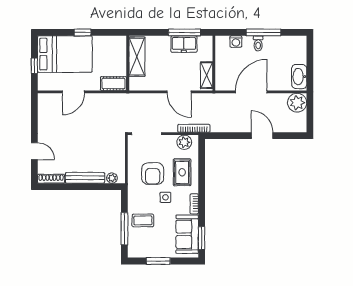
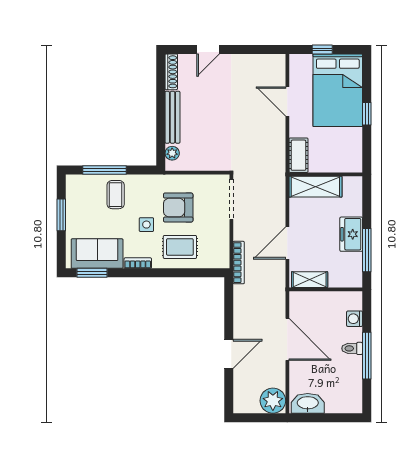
freezer: (184, 44) -> (351, 234), moved
shelving: (137, 57) -> (315, 187), moved
plant: (184, 142) -> (220, 250), removed

